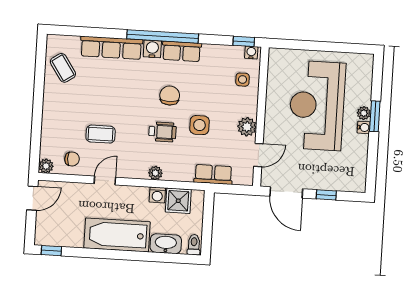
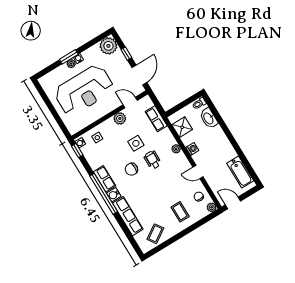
coffee table: (101, 134) -> (180, 212), moved
plant: (353, 178) -> (108, 46), added
washing machine: (157, 195) -> (192, 149), moved
bathtub: (117, 235) -> (240, 172), moved, width x0.73, depth x0.73
window: (51, 251) -> (253, 174), removed

